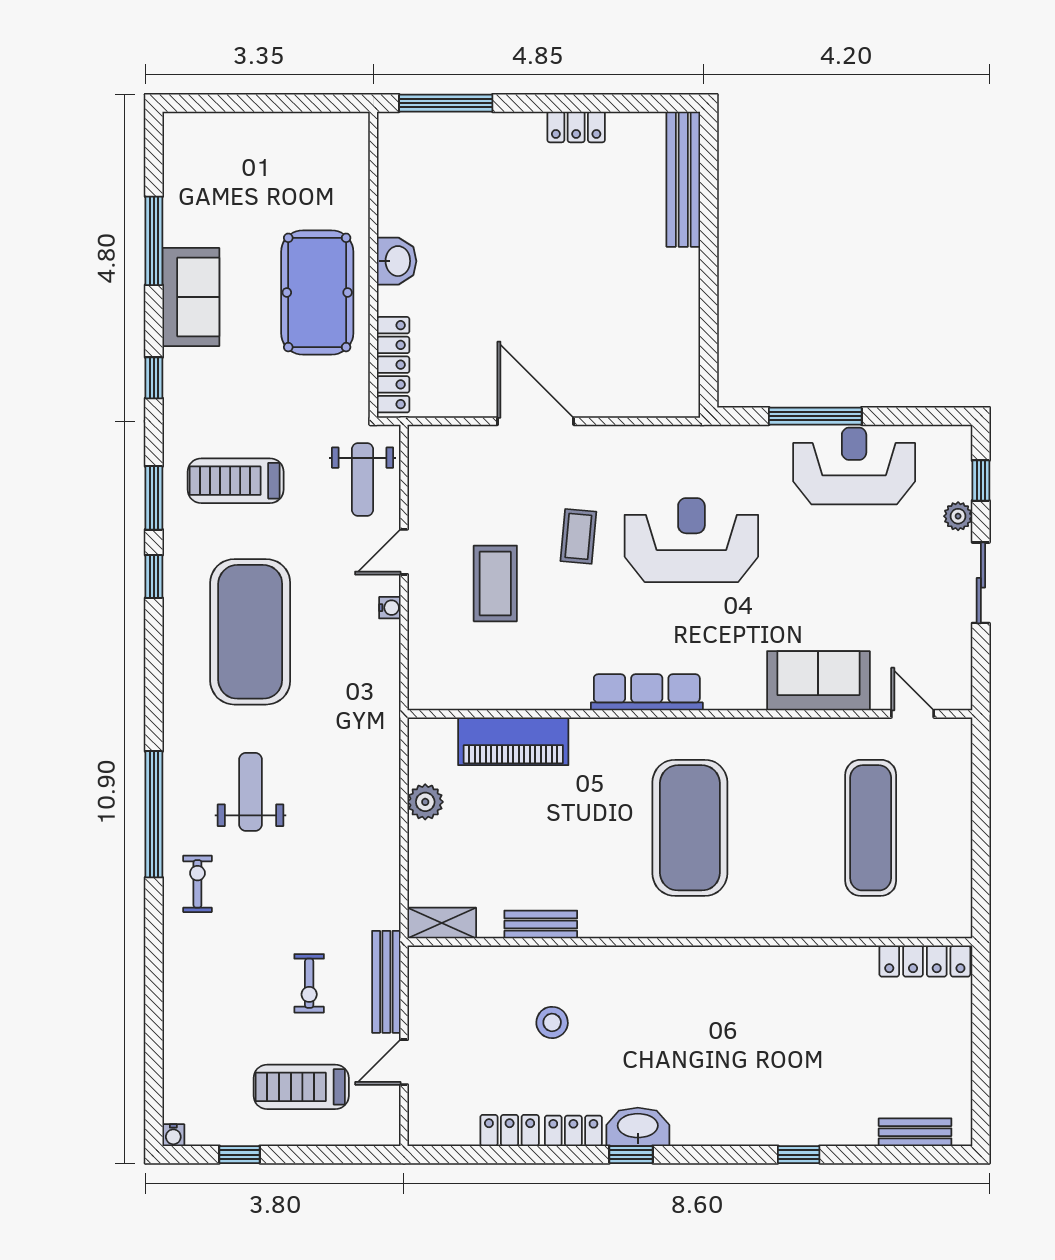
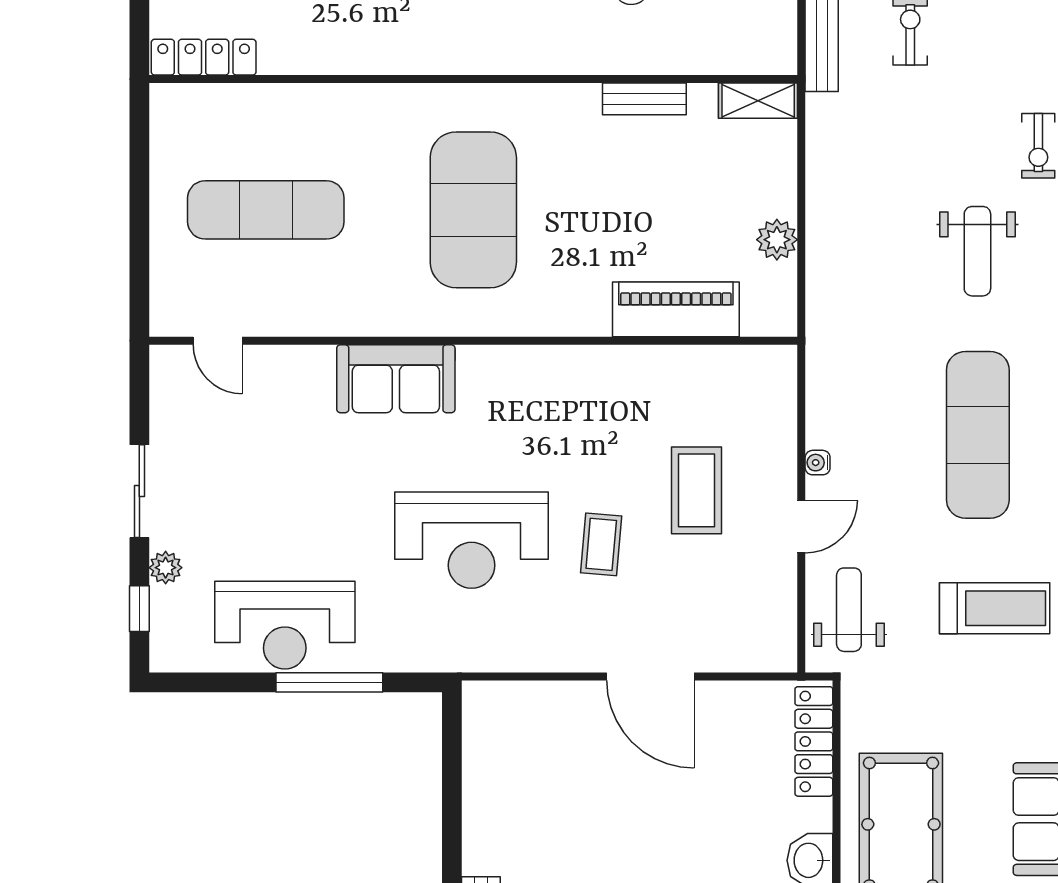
exercise mat: (250, 632) -> (978, 435), width x0.68
sofa: (818, 681) -> (396, 379), moved
row of seats: (647, 692) -> (523, 365), removed
exercise mat: (871, 828) -> (266, 210), turned 90

